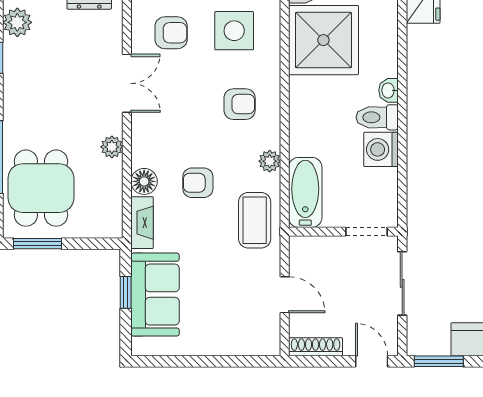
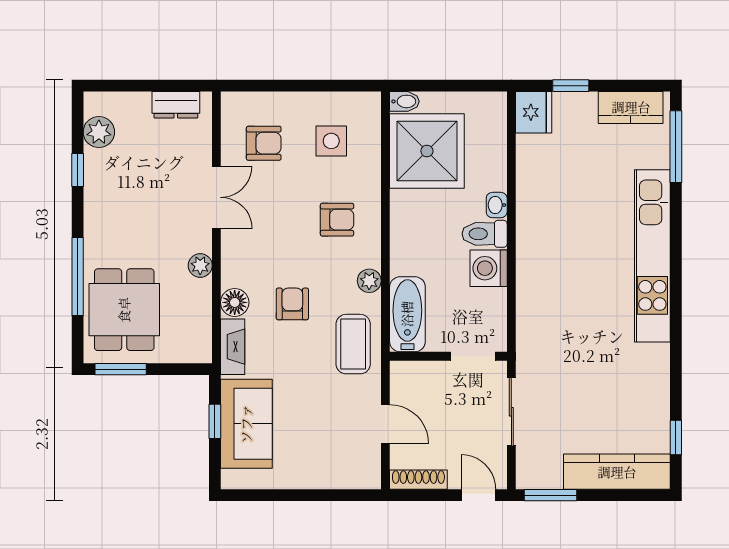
side table: (234, 31) -> (331, 141), width x0.73, depth x0.73
armchair: (198, 183) -> (292, 304), turned 90

